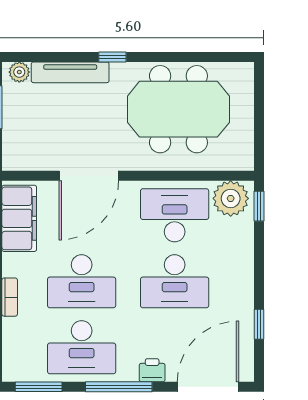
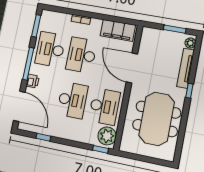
desk: (175, 281) -> (72, 100), turned 180

